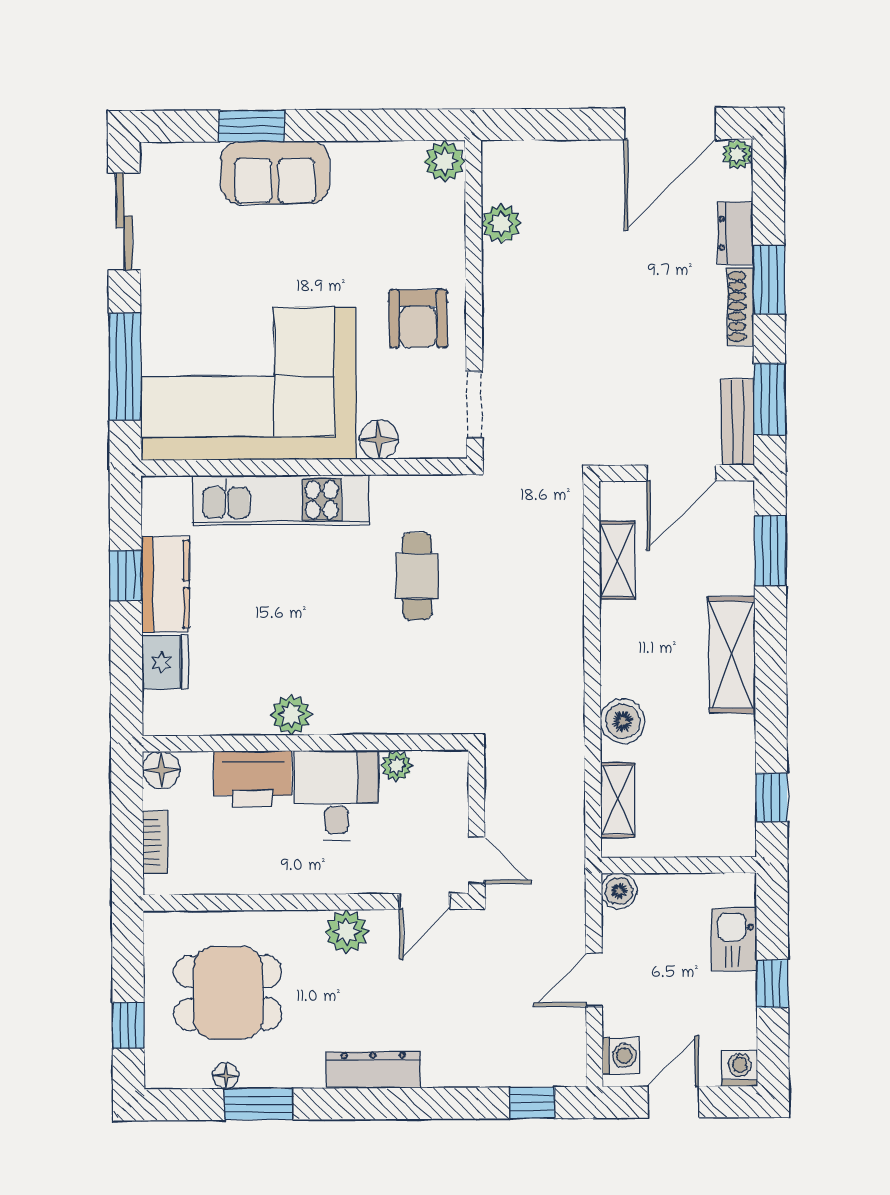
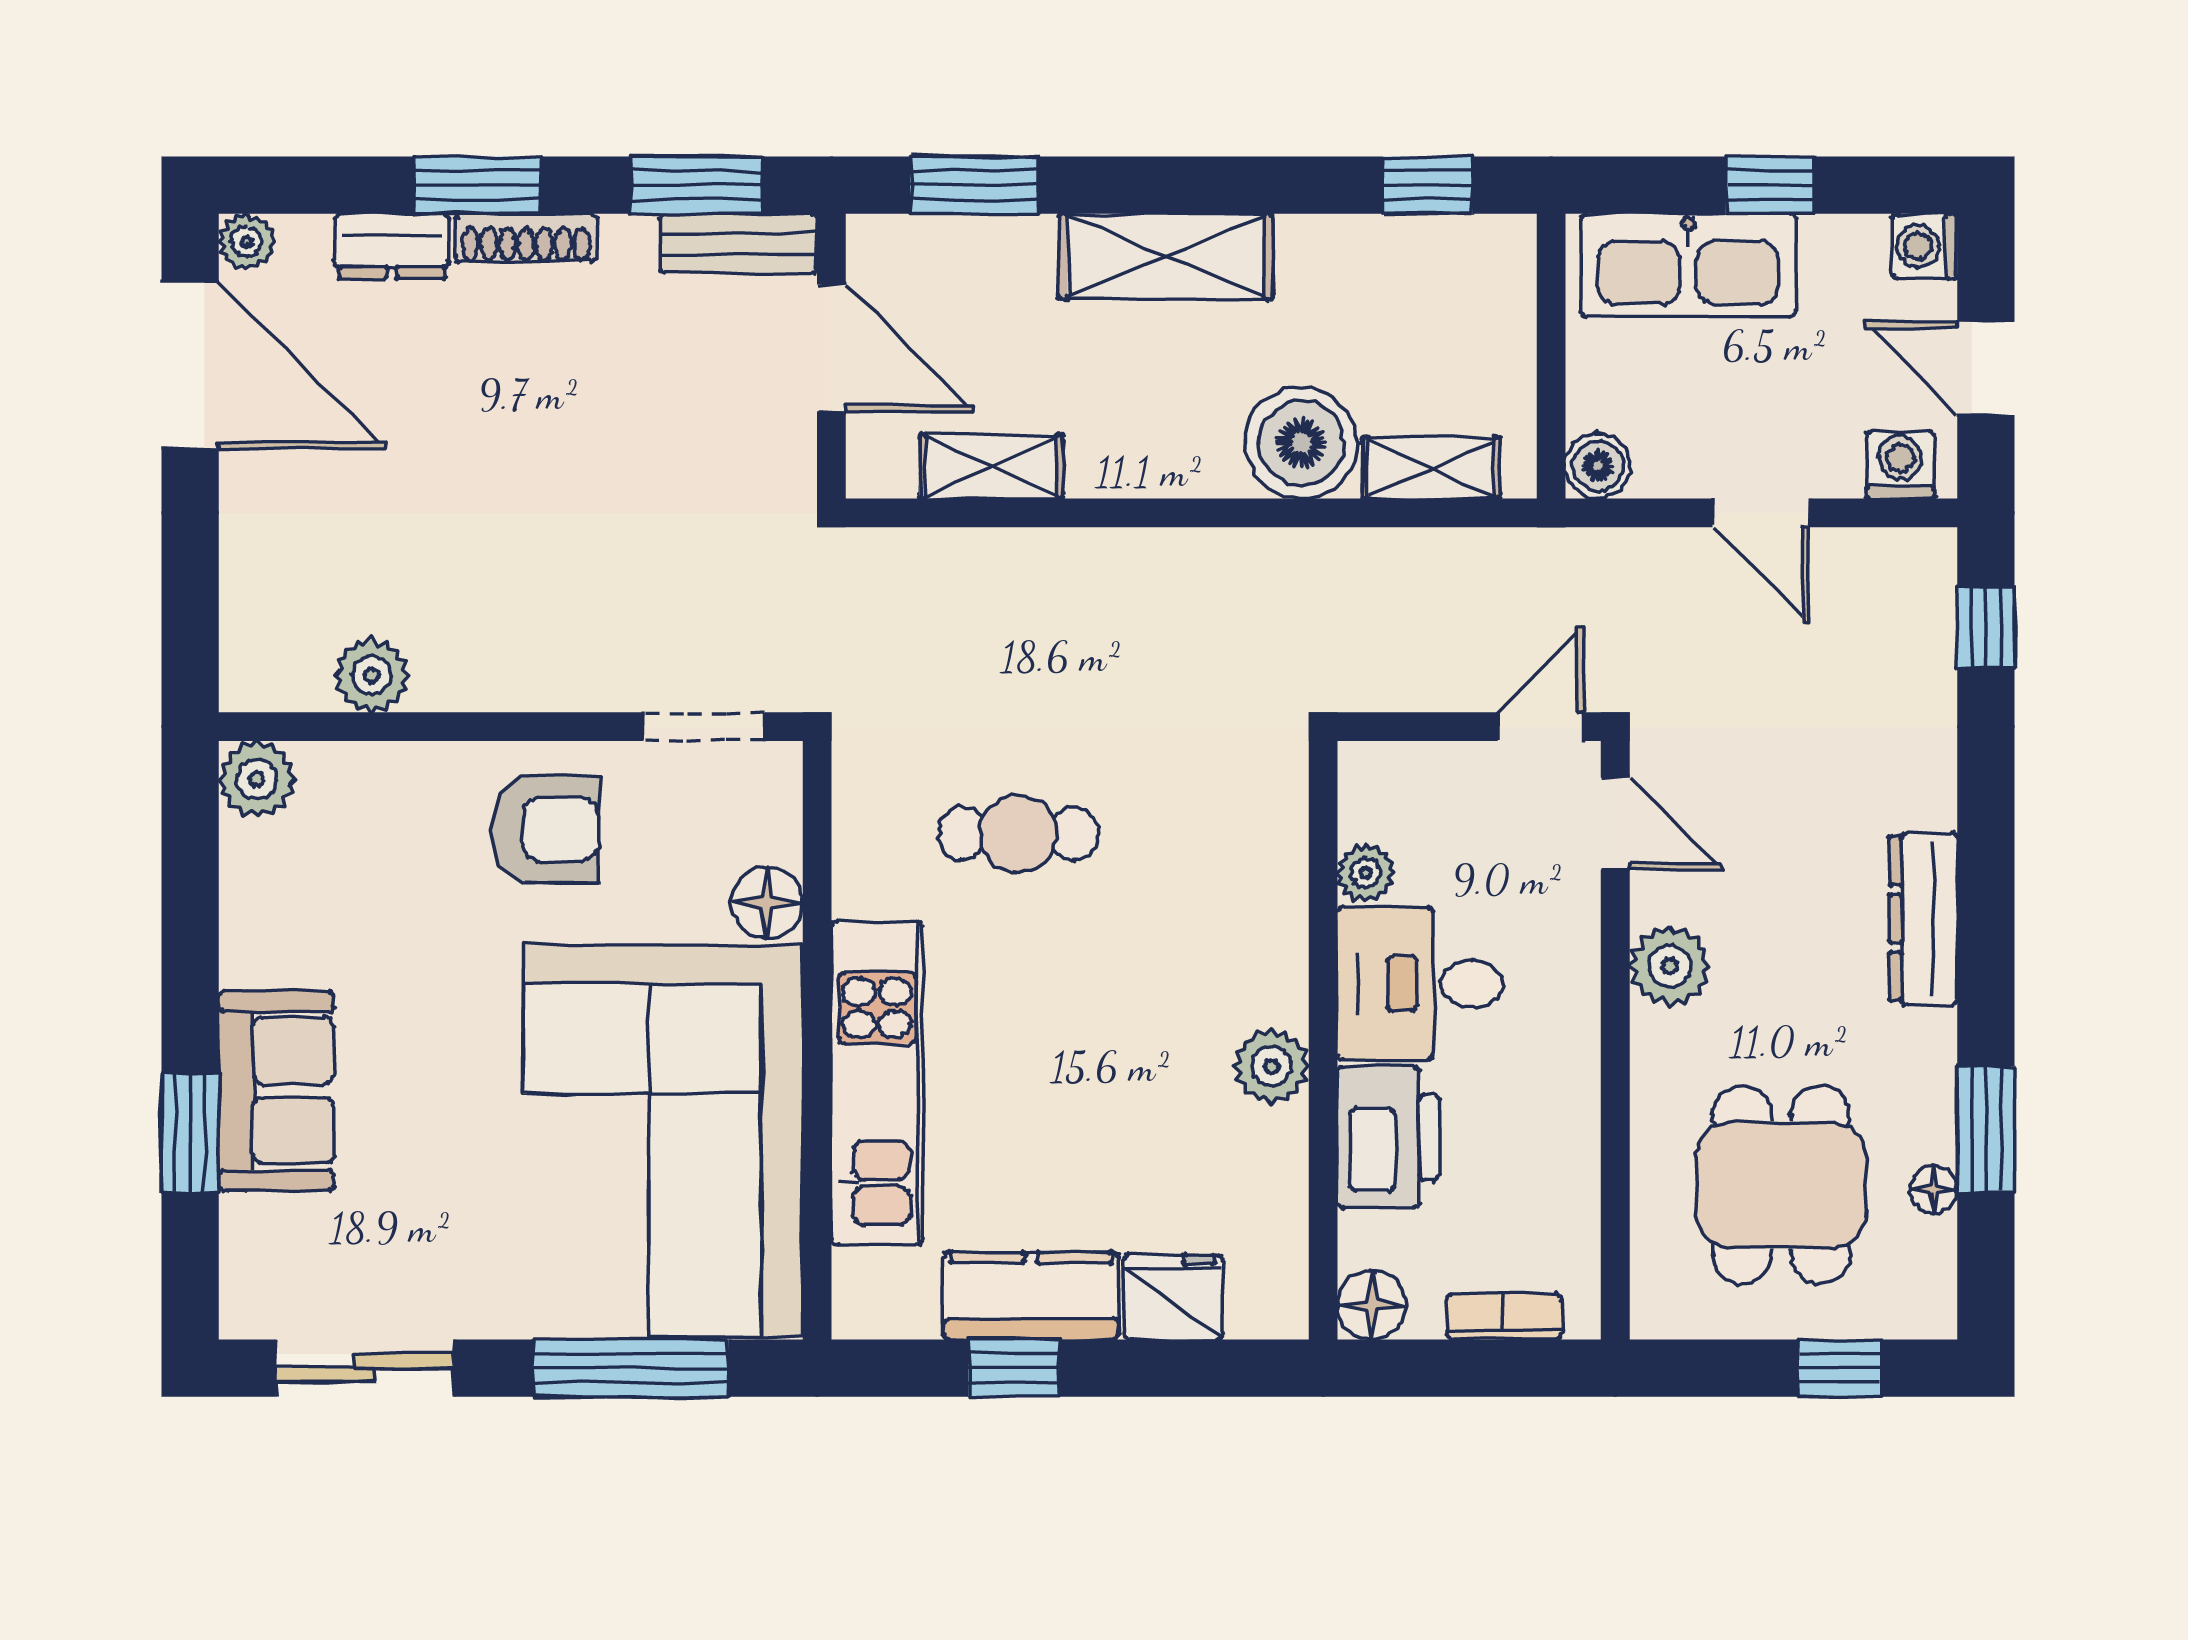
boiler: (623, 721) -> (1301, 443), width x1.37, depth x1.37
kitchen sink: (734, 940) -> (1688, 265), width x1.87, depth x1.24

